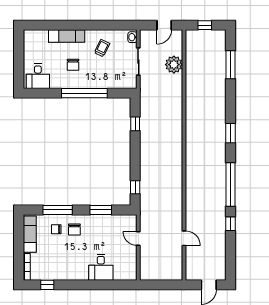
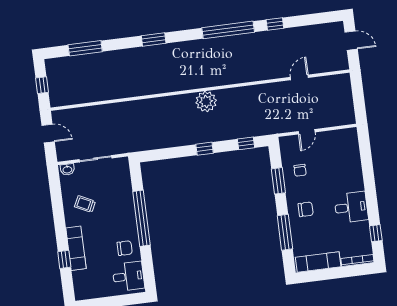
window: (59, 25) -> (64, 259), added
chair: (73, 65) -> (125, 248), moved
plant: (174, 65) -> (206, 102), moved
window: (135, 124) -> (205, 149), moved
window: (231, 133) -> (154, 40), moved
chair: (56, 229) -> (300, 170), moved
desk: (101, 267) -> (351, 207), moved

